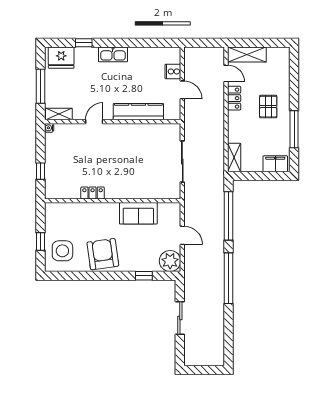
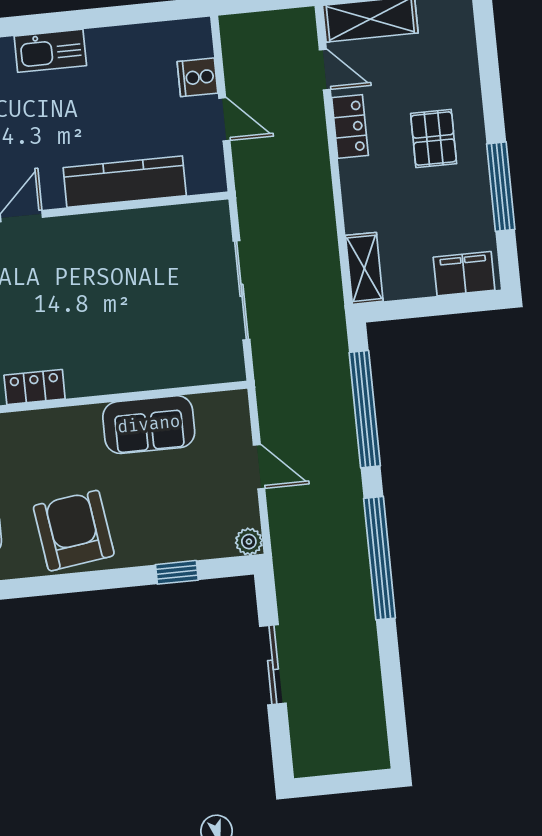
plant: (170, 261) -> (249, 542), width x0.53, depth x0.53

